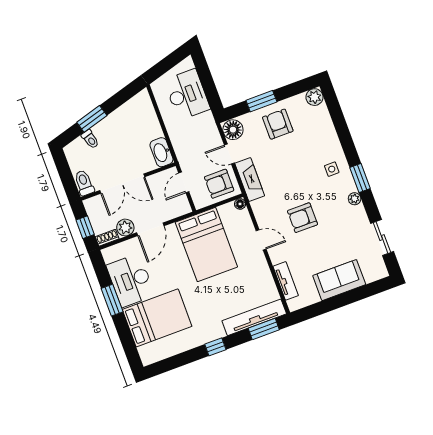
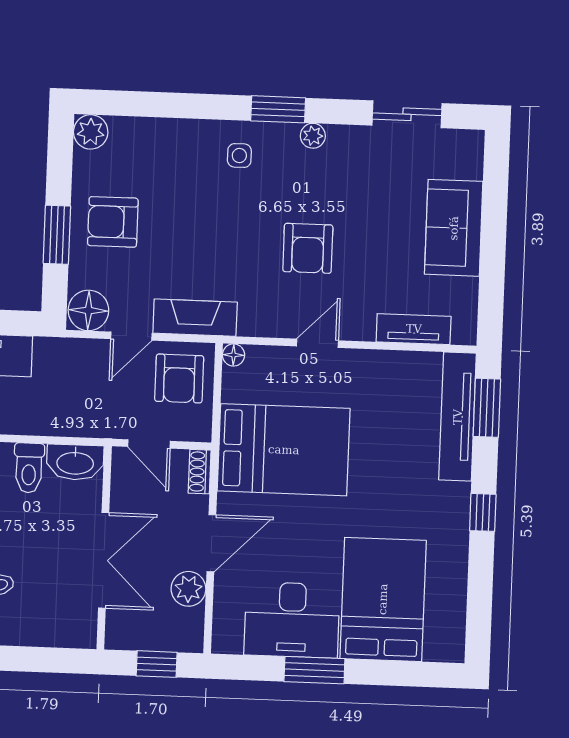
toilet: (84, 183) -> (29, 468), moved, turned -90
door: (150, 229) -> (211, 543), hinge flipped
shoe rack: (107, 238) -> (200, 472), moved

